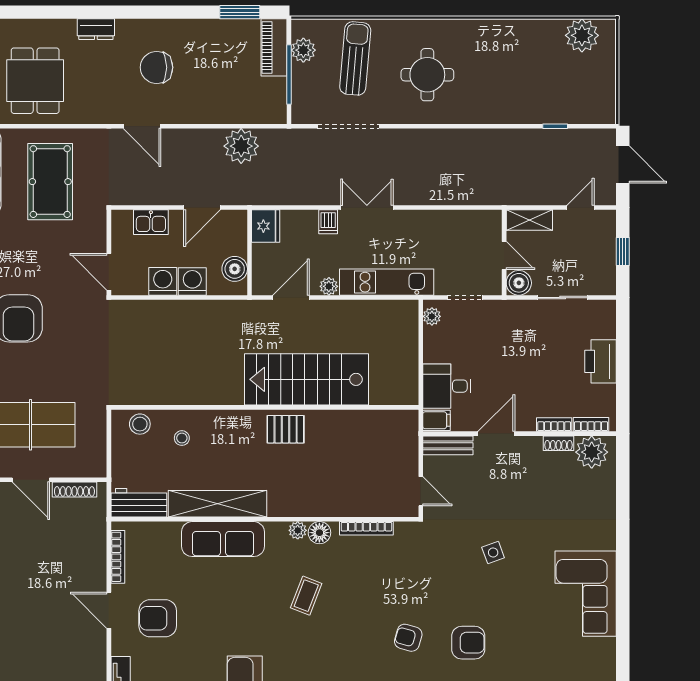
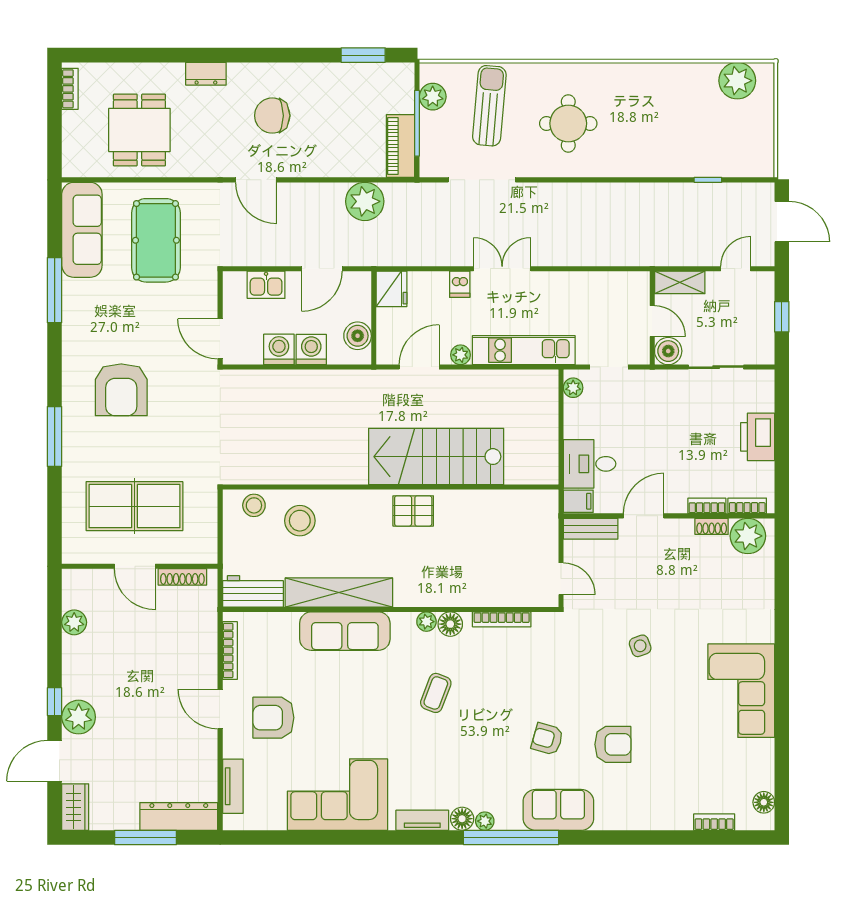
piano: (274, 47) -> (400, 146), moved
stool: (182, 438) -> (300, 521), width x1.89, depth x1.89

